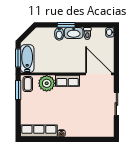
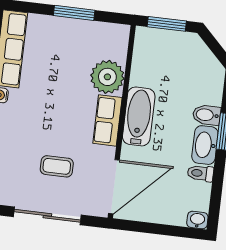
bathtub: (27, 59) -> (139, 116), moved, turned -90
coffee table: (28, 84) -> (57, 166), moved
window: (18, 90) -> (74, 13), moved
sliding door: (116, 104) -> (47, 216), width x1.37

